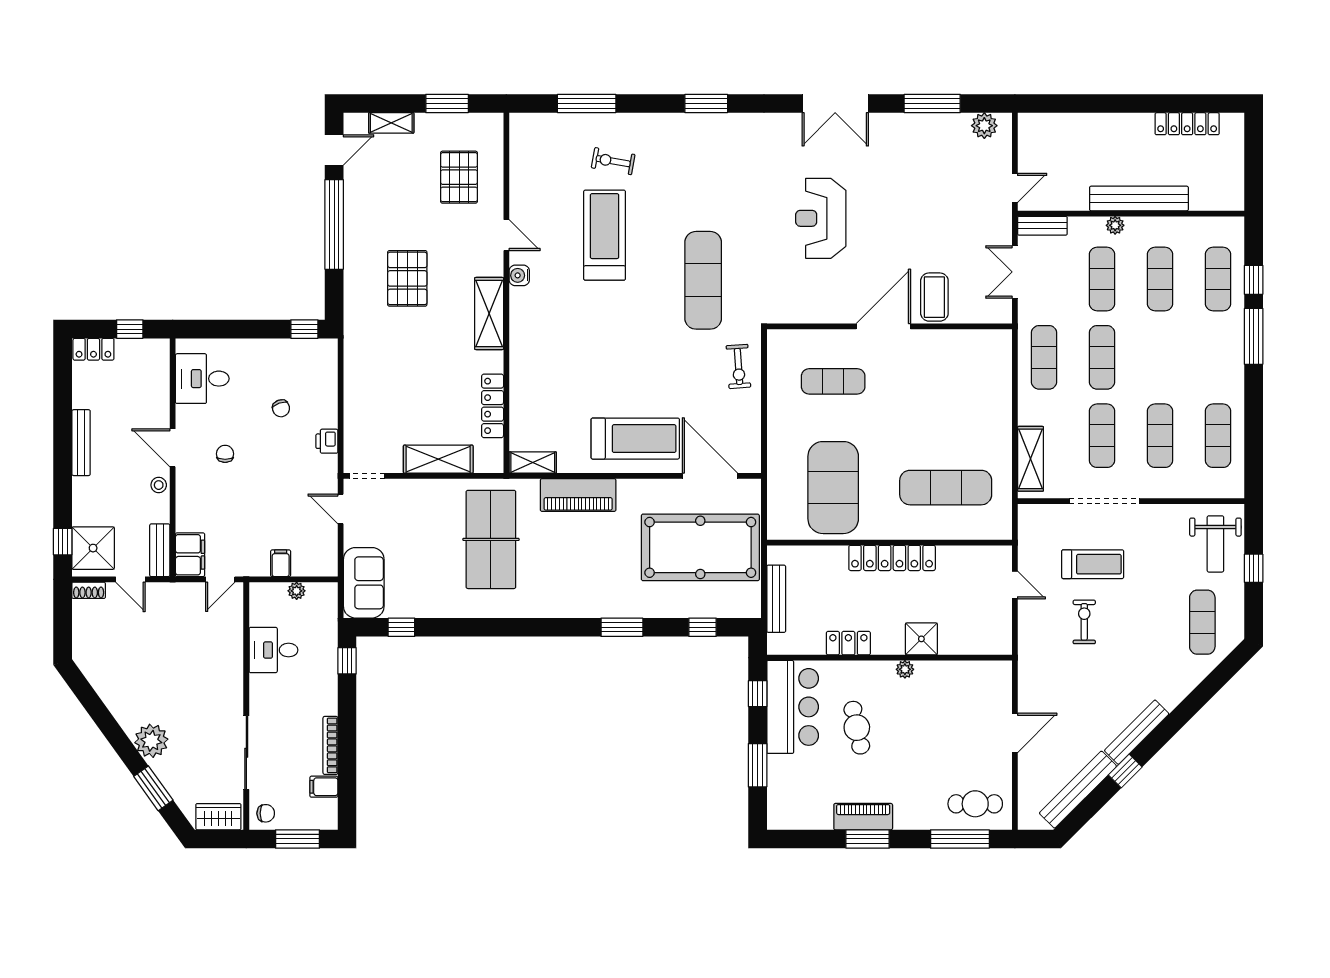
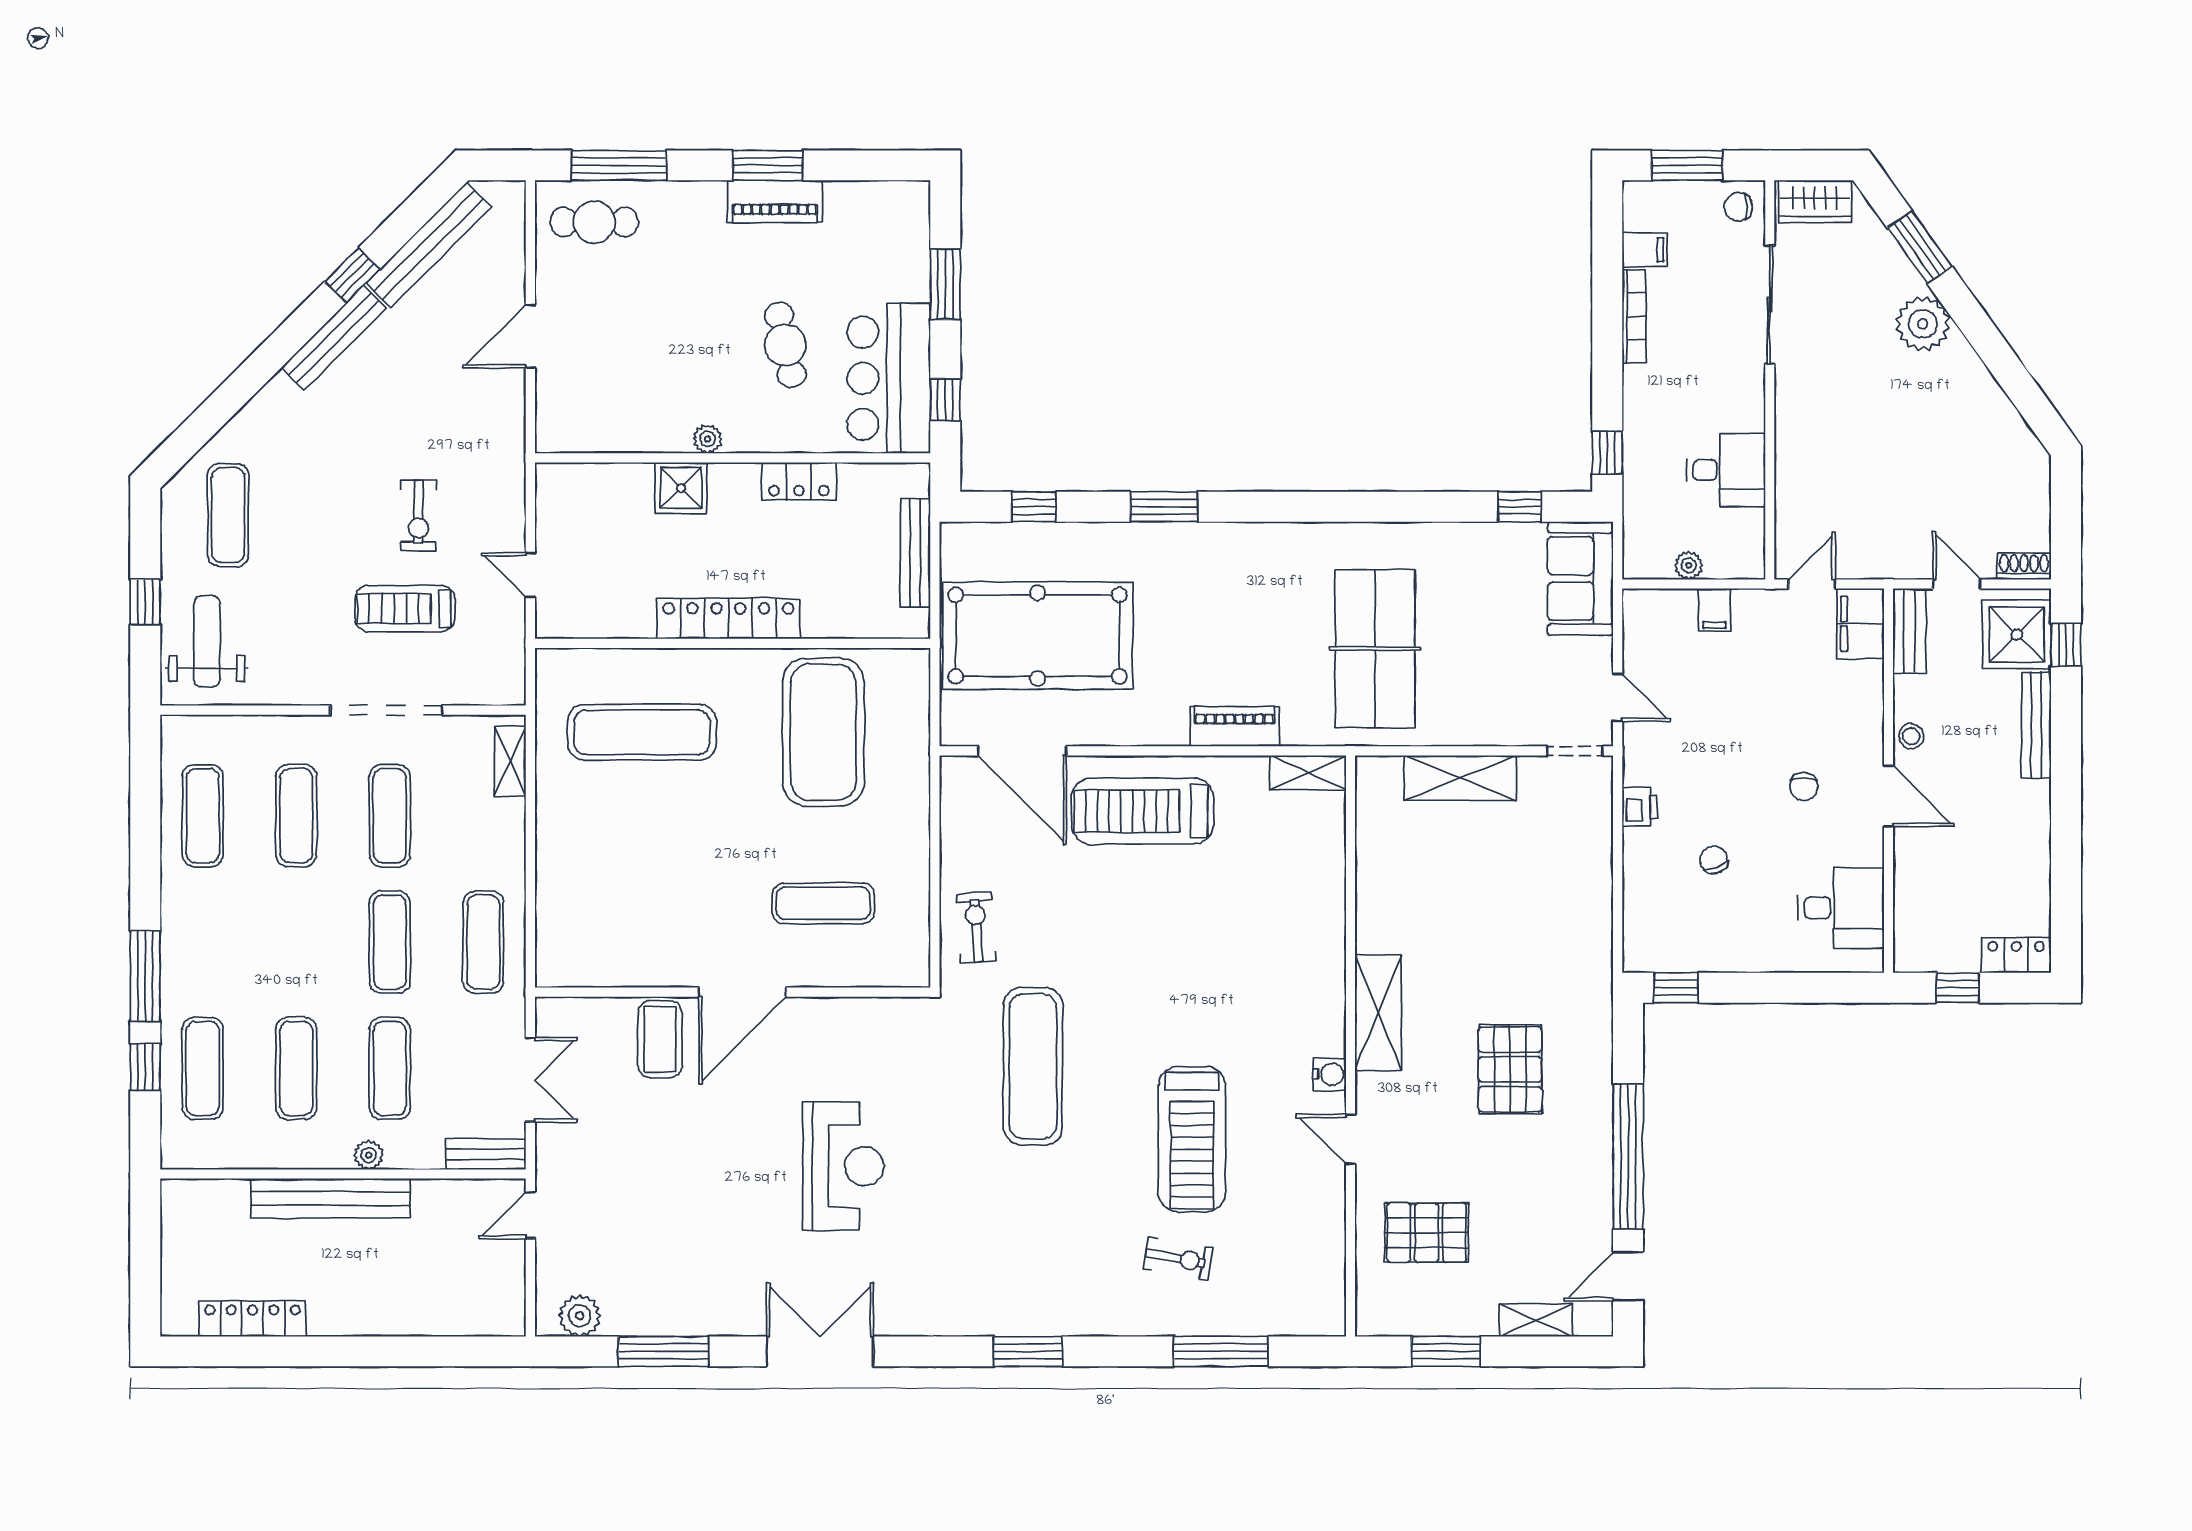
pallet: (459, 177) -> (1427, 1233), turned 90
locker: (493, 406) -> (1373, 864), removed
bench: (81, 443) -> (2036, 725), moved
shelving: (1031, 459) -> (510, 761), width x0.67, depth x0.75
piano: (578, 495) -> (1235, 727), width x0.73, depth x0.75

